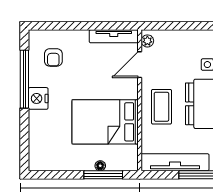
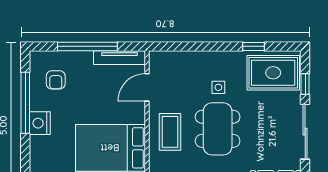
window: (83, 26) -> (87, 46), added
plant: (147, 41) -> (155, 62), removed

